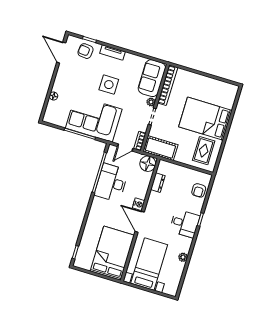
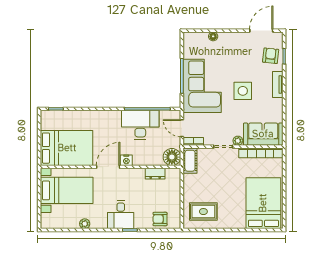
bed: (205, 119) -> (263, 203), moved
cot: (160, 148) -> (190, 161), width x0.73, depth x0.75

